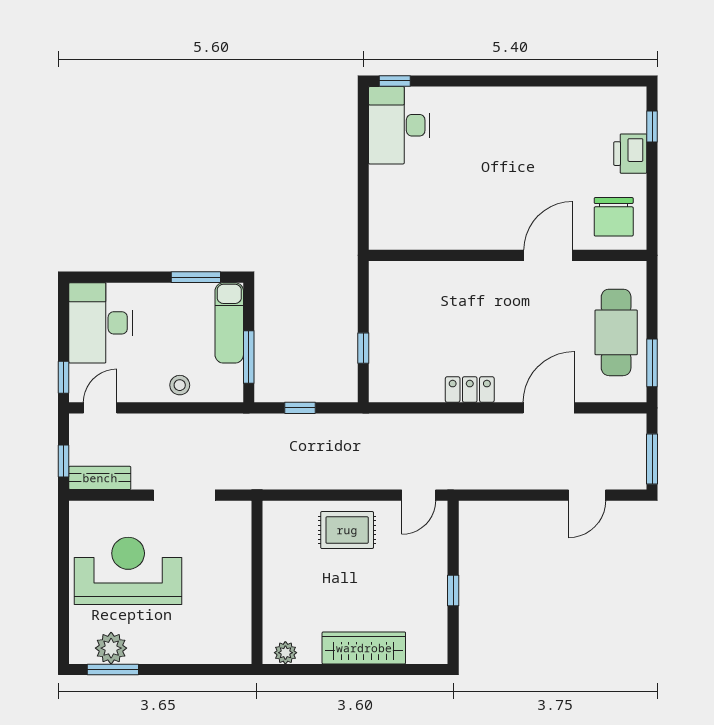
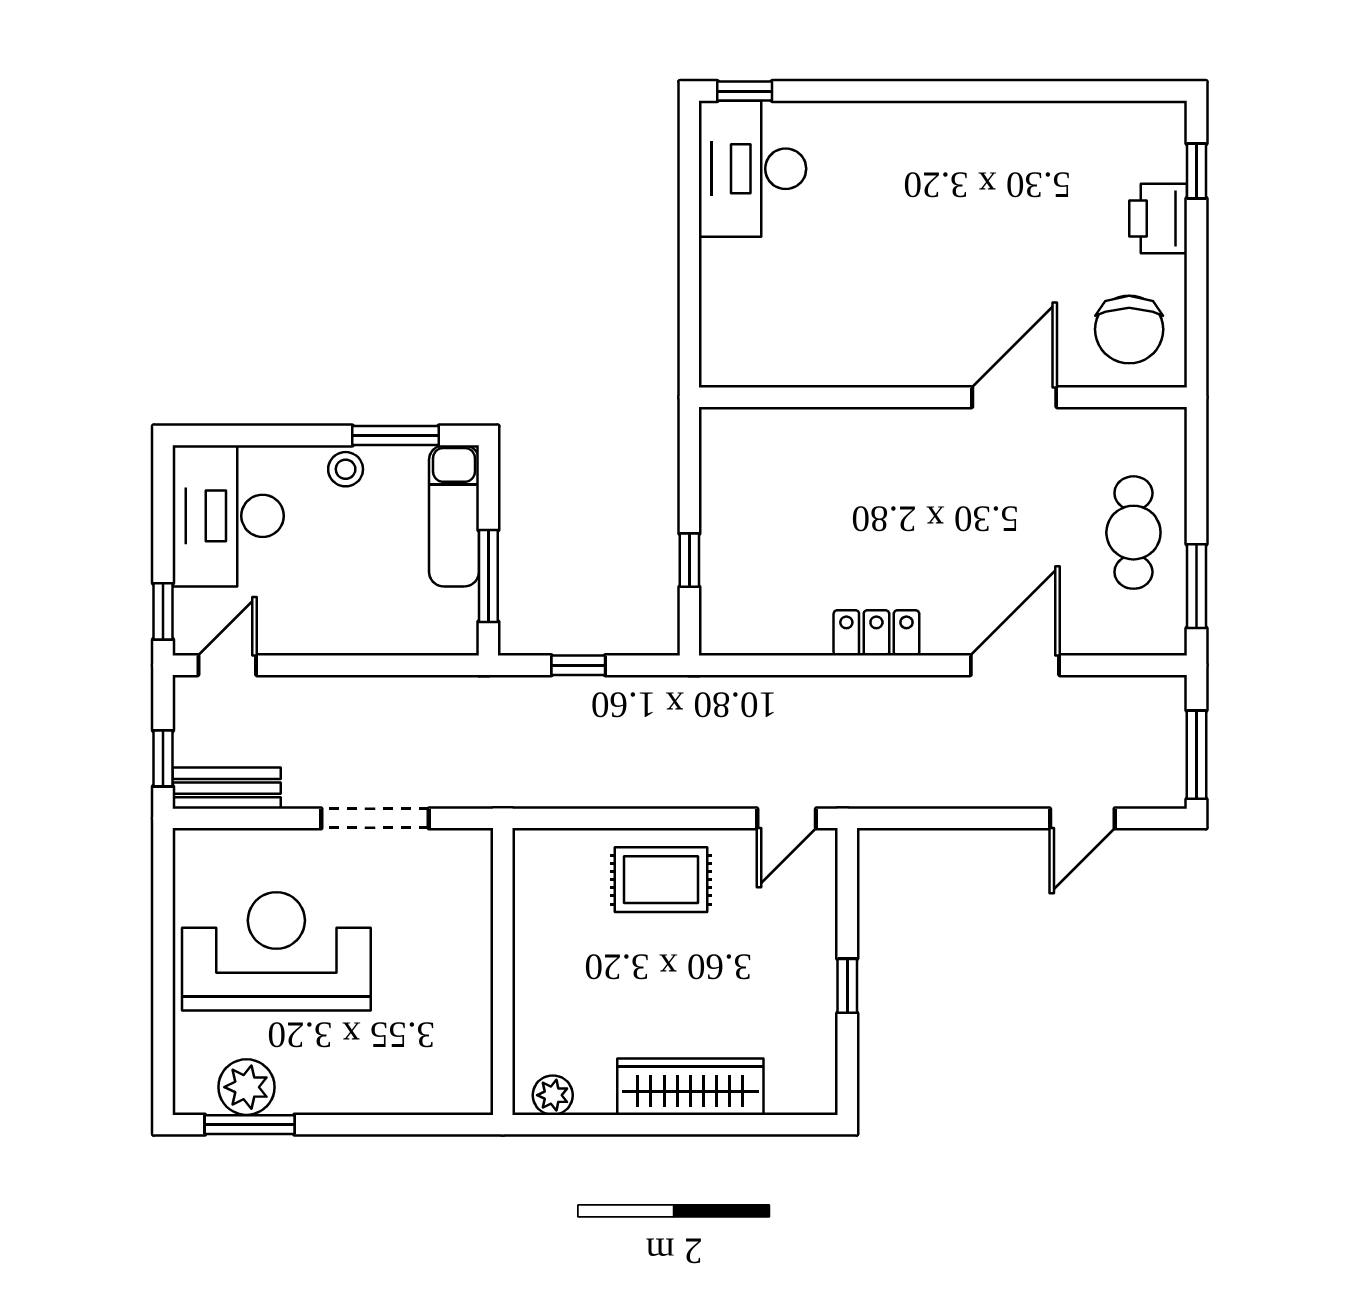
cafe table: (616, 332) -> (1133, 533), width x0.73, depth x0.74
stool: (180, 385) -> (346, 469), moved

